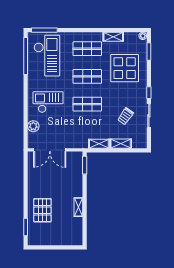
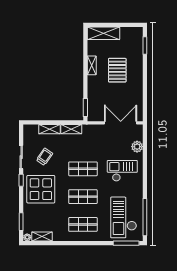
shelving: (113, 37) -> (42, 236), moved
display table: (125, 68) -> (41, 189), moved
checkout: (48, 102) -> (122, 171), turned 180
pallet: (42, 210) -> (117, 70), moved
shelving: (67, 239) -> (104, 33), added

